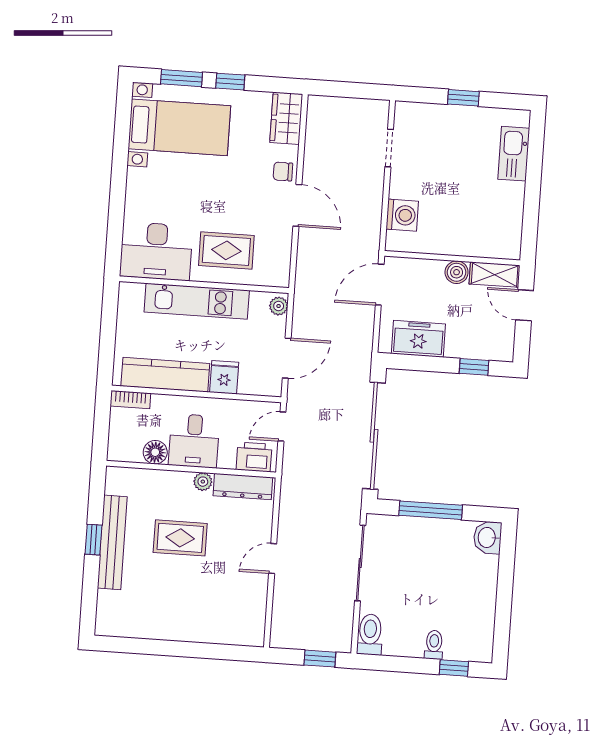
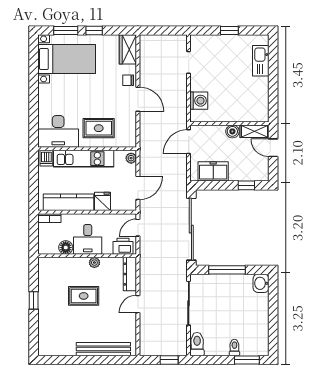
dishwasher: (133, 296) -> (46, 158), added
dresser: (243, 487) -> (130, 274), moved, turned 90
bench: (112, 542) -> (103, 349), moved, turned 90
window: (454, 668) -> (247, 360), width x1.50

